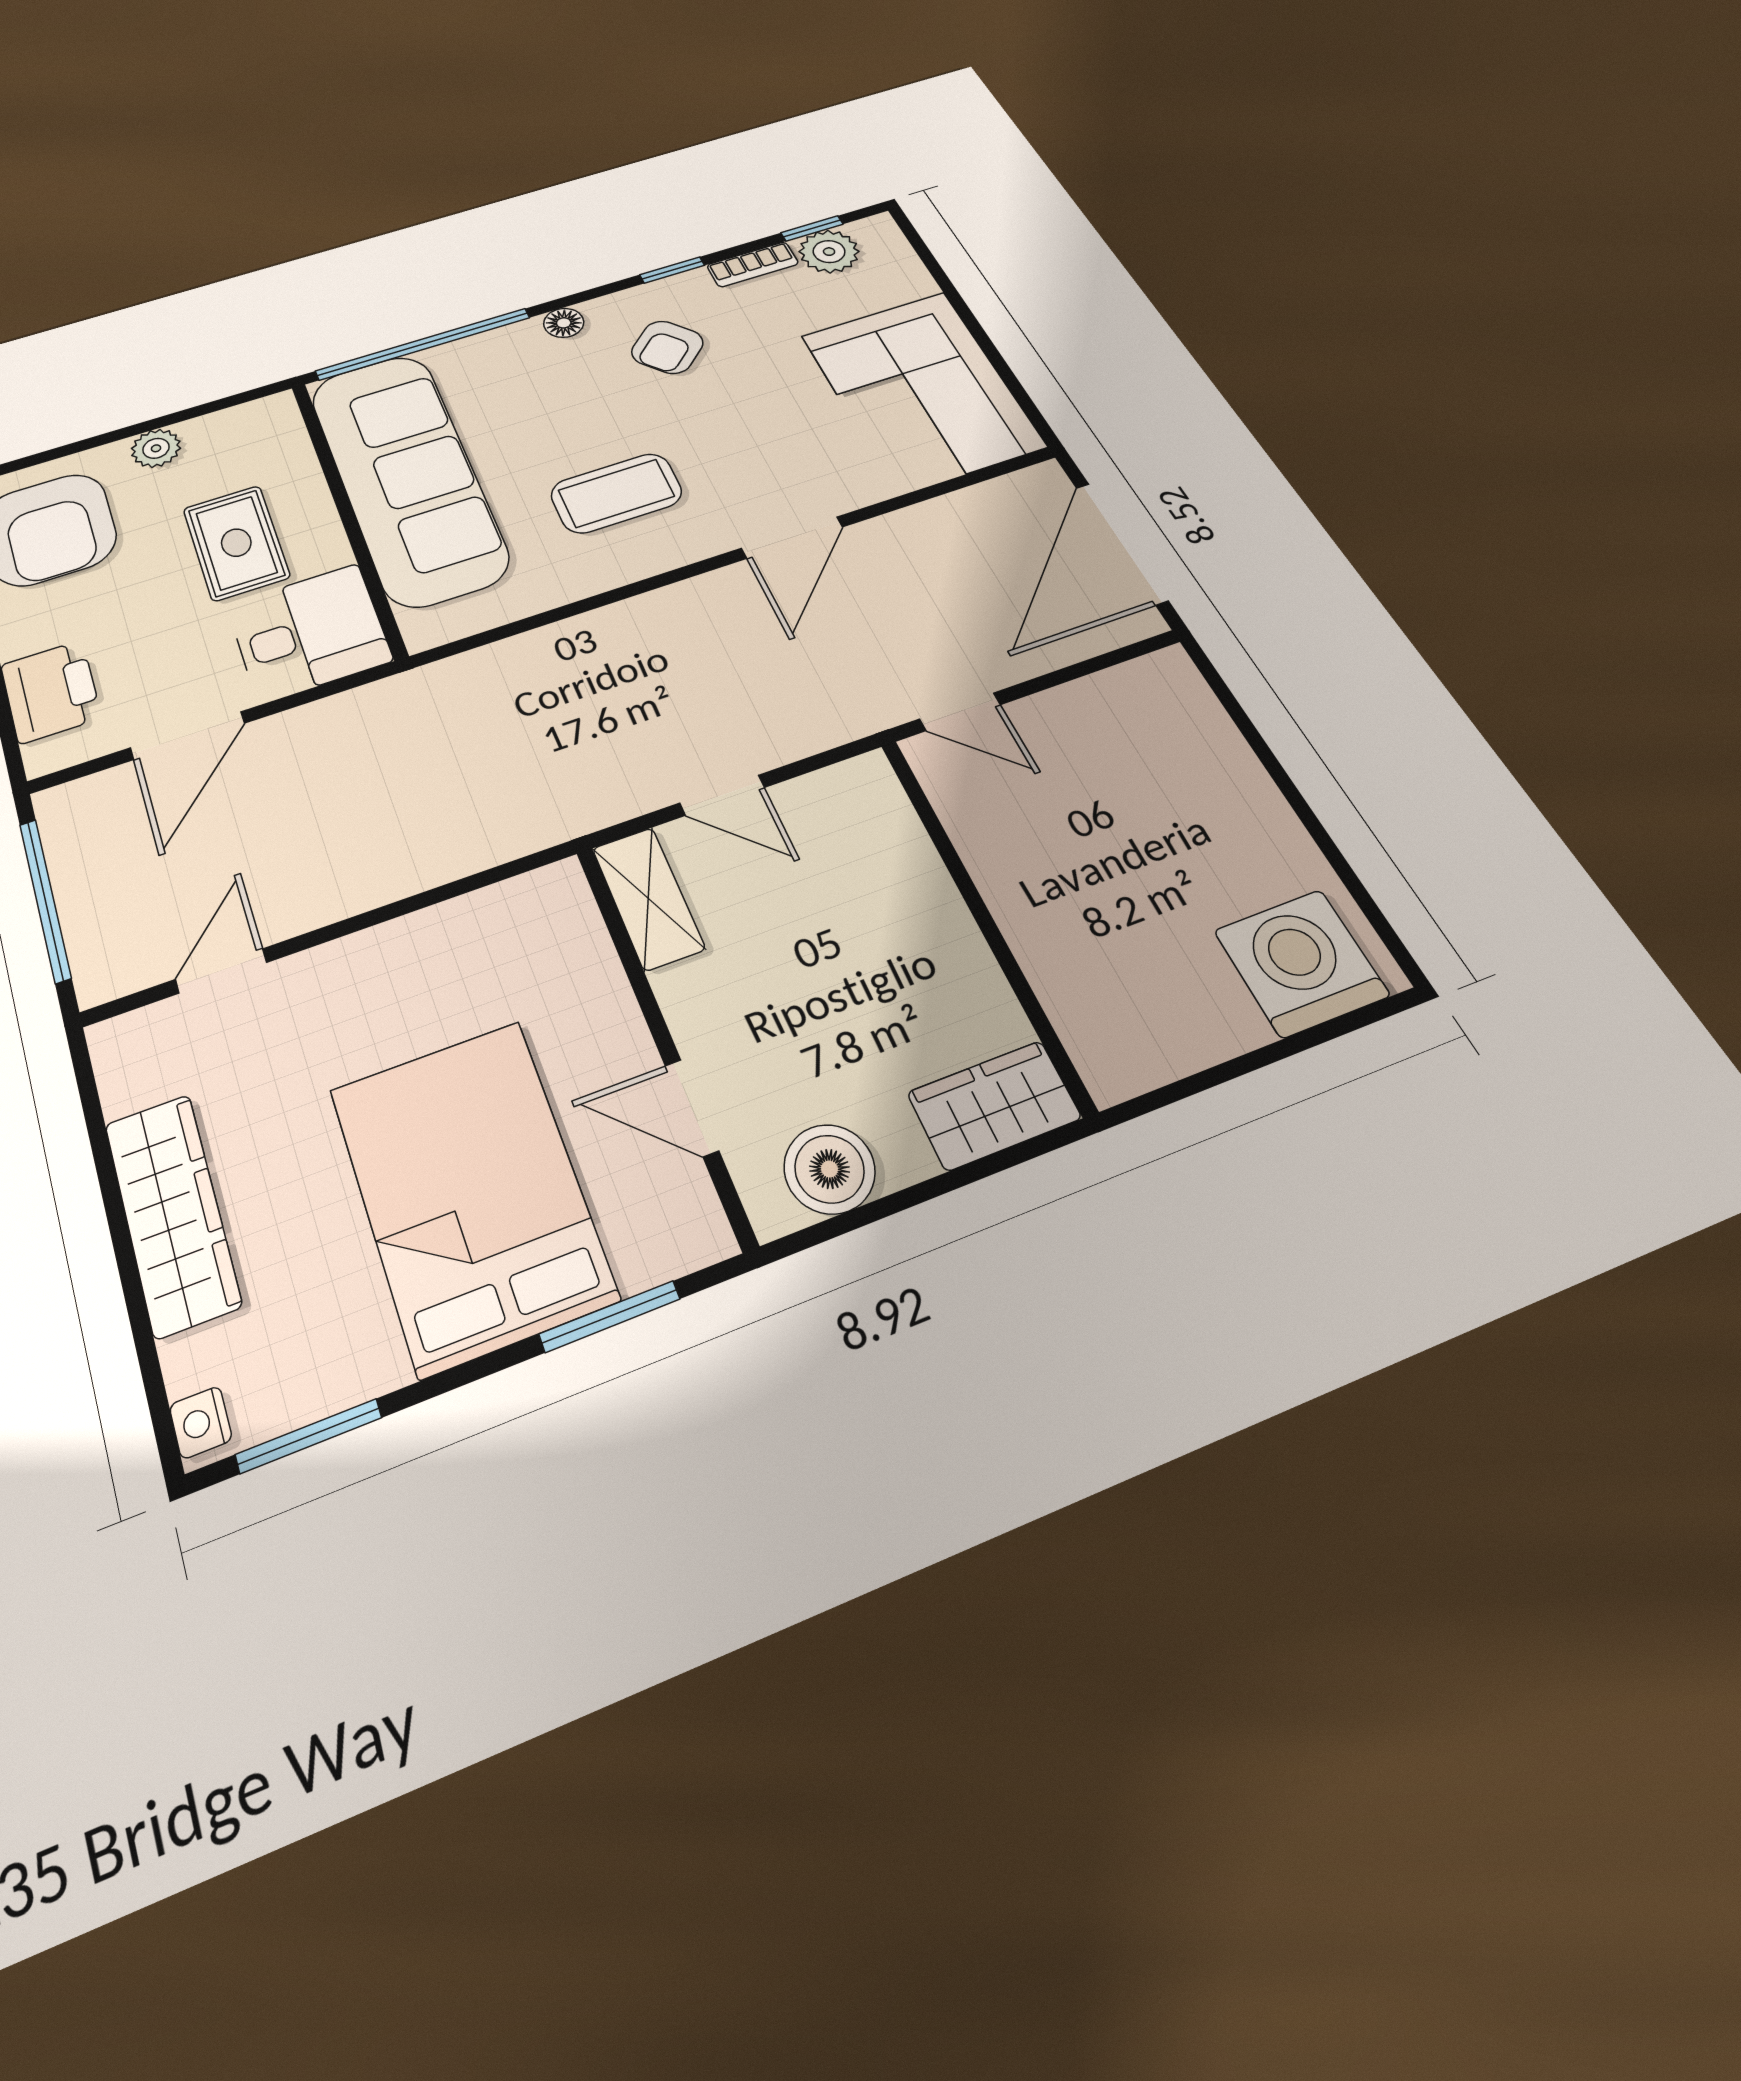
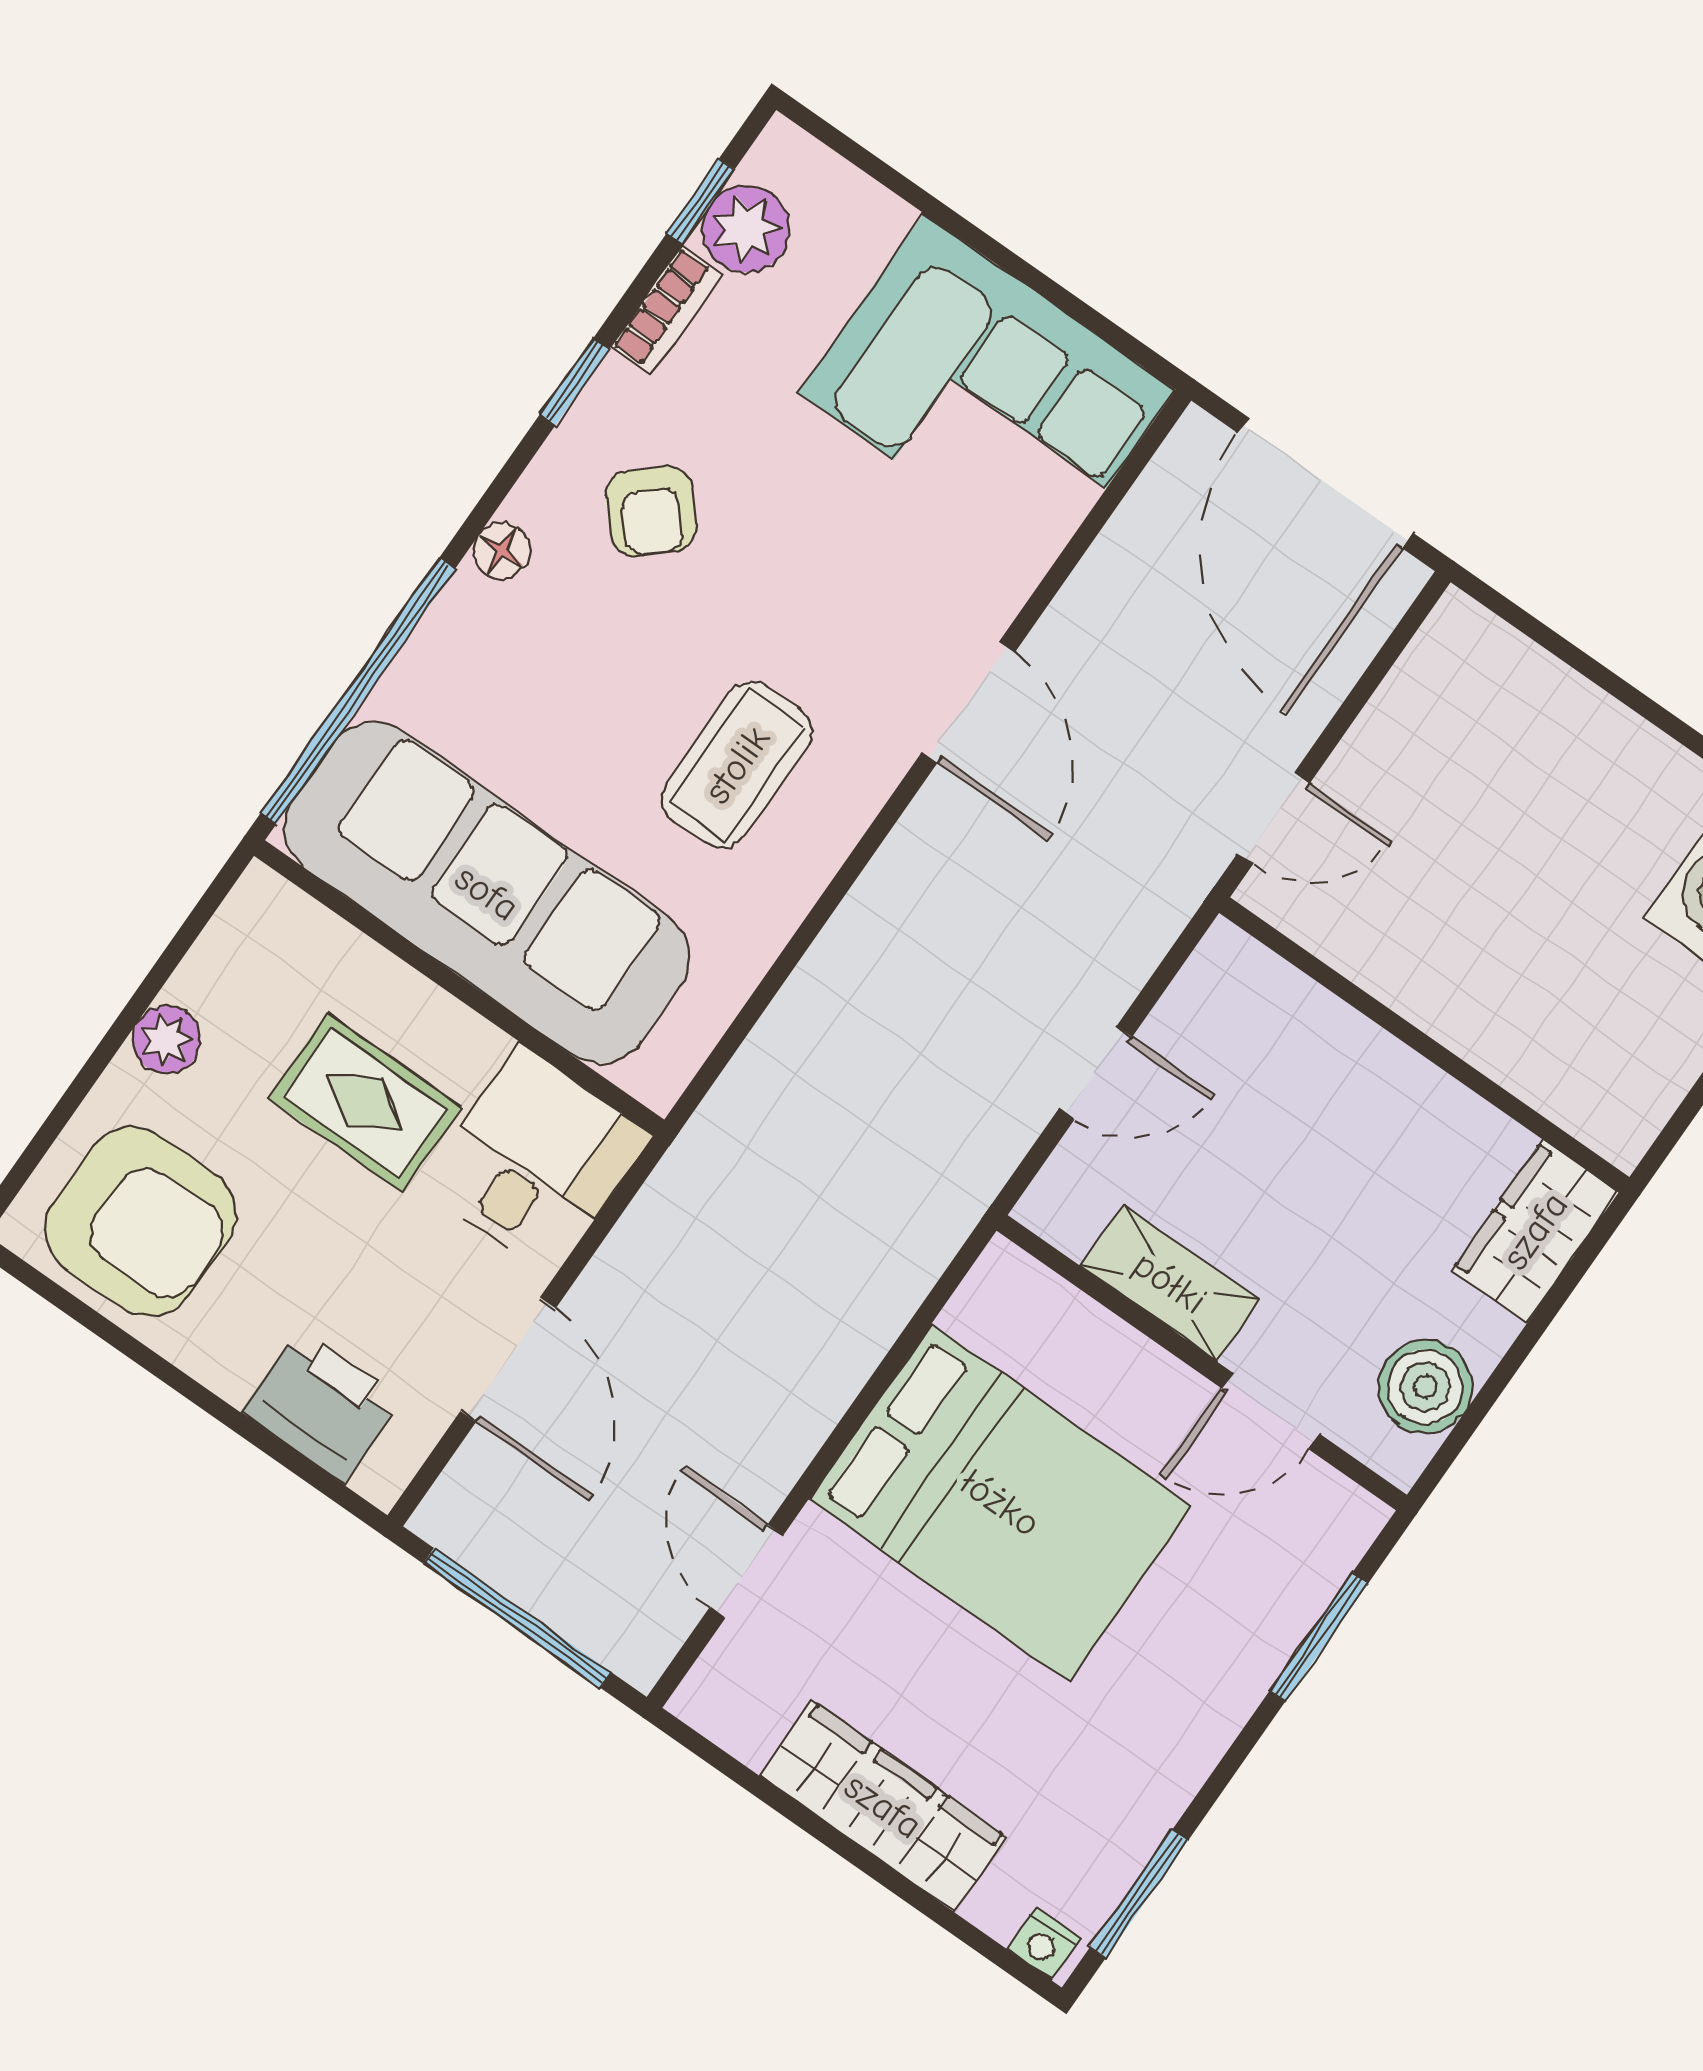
shelving: (648, 898) -> (1170, 1283), moved
bed: (471, 1192) -> (1000, 1503), moved, turned 180

